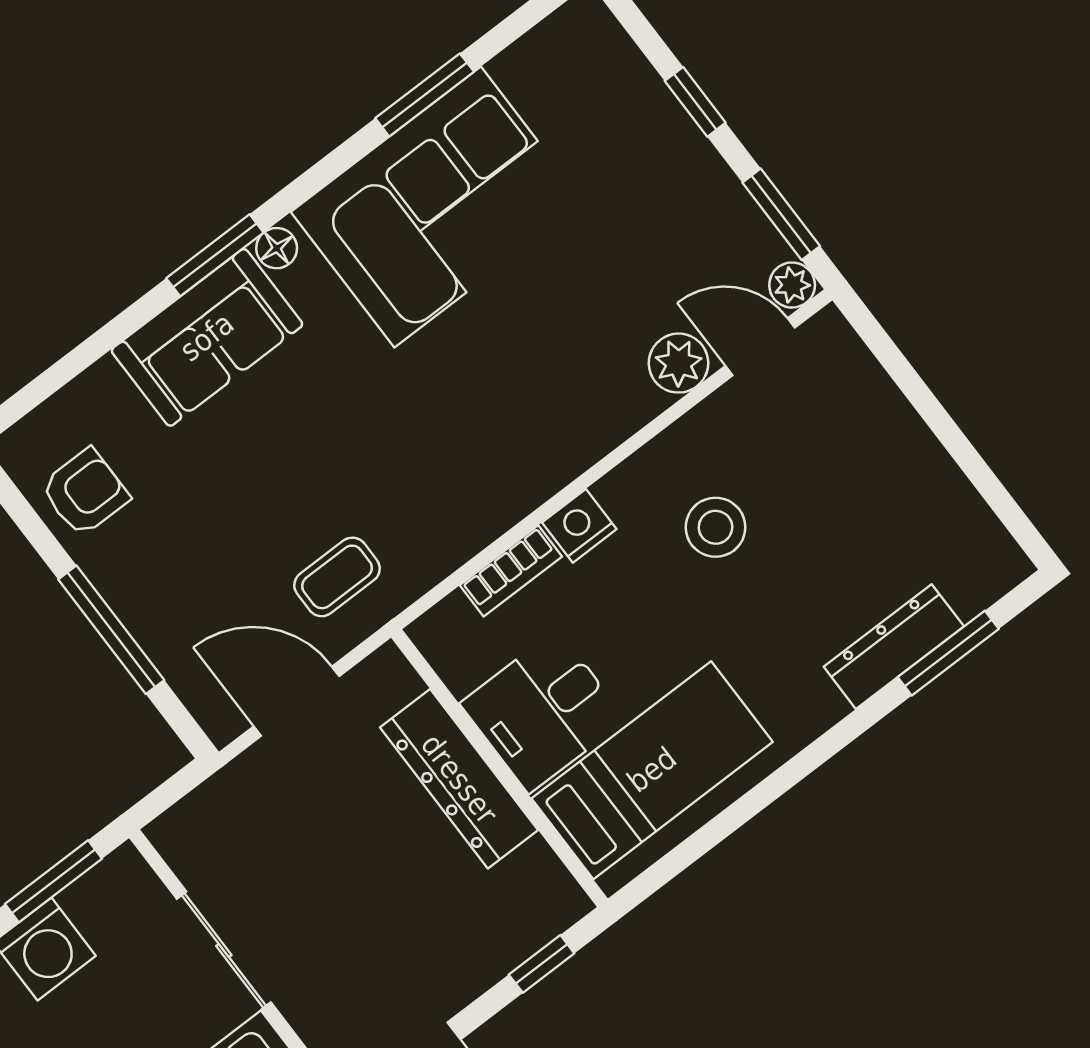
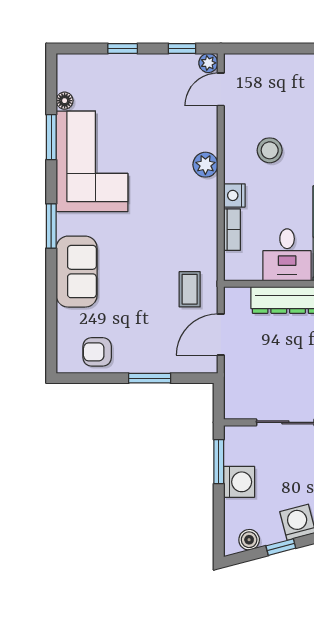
window: (781, 214) -> (182, 49), width x0.67
floor lamp: (277, 248) -> (65, 101), moved
window: (215, 255) -> (51, 226), moved
plant: (679, 363) -> (205, 165), moved
armchair: (85, 492) -> (97, 352), turned -90
window: (111, 630) -> (150, 378), width x0.69

